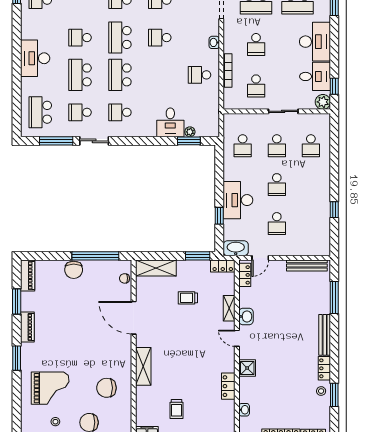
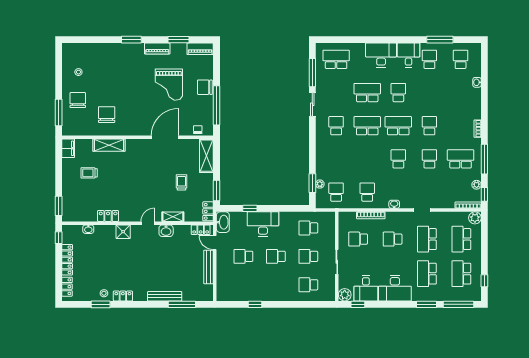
school desk: (80, 112) -> (336, 192), moved
desk: (170, 122) -> (409, 55), moved, turned 90
bench: (307, 265) -> (209, 267), moved
bench: (325, 335) -> (165, 296), moved
shelving: (143, 366) -> (109, 145), moved
grand piano: (50, 388) -> (169, 85), moved

